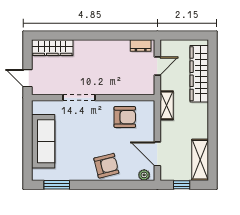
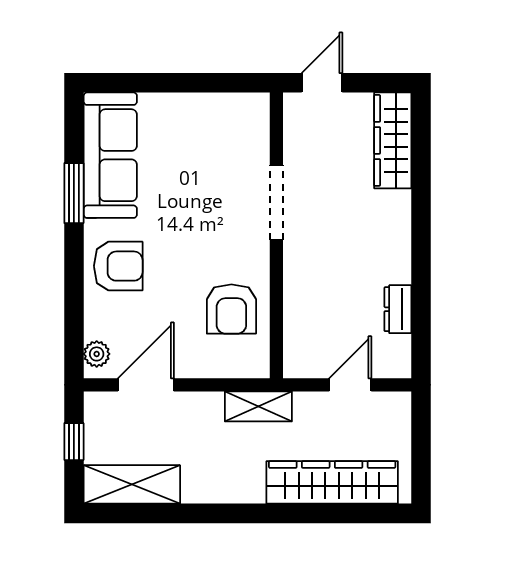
dresser: (141, 45) -> (398, 309), moved
door: (157, 66) -> (350, 385), swing flipped
sofa: (43, 141) -> (110, 155), moved, turned -90
armchair: (106, 166) -> (118, 266), turned -76
window: (57, 185) -> (74, 193), moved

